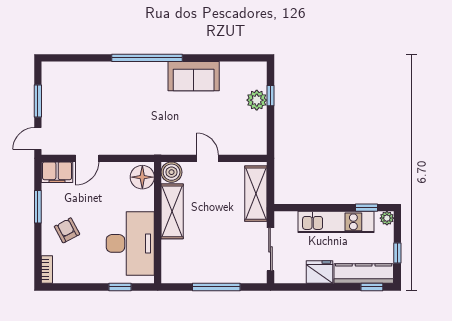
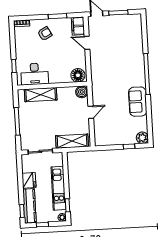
plant: (257, 100) -> (142, 138), moved
shelving: (172, 211) -> (41, 95), moved
desk: (130, 243) -> (35, 74), width x0.73, depth x0.77

